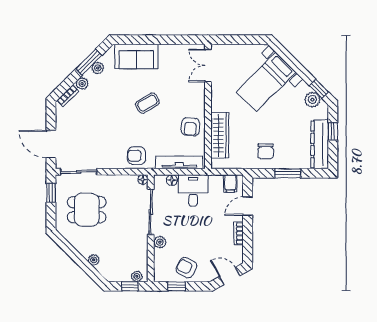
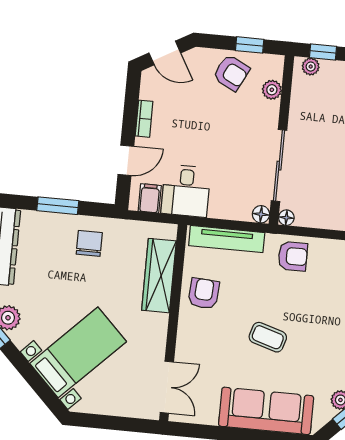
sofa: (136, 57) -> (266, 411), width x1.36
coffee table: (147, 103) -> (268, 337), turned 48
floor lamp: (172, 180) -> (261, 214), moved
desk: (193, 190) -> (186, 191), moved
plant: (160, 242) -> (272, 90), moved

